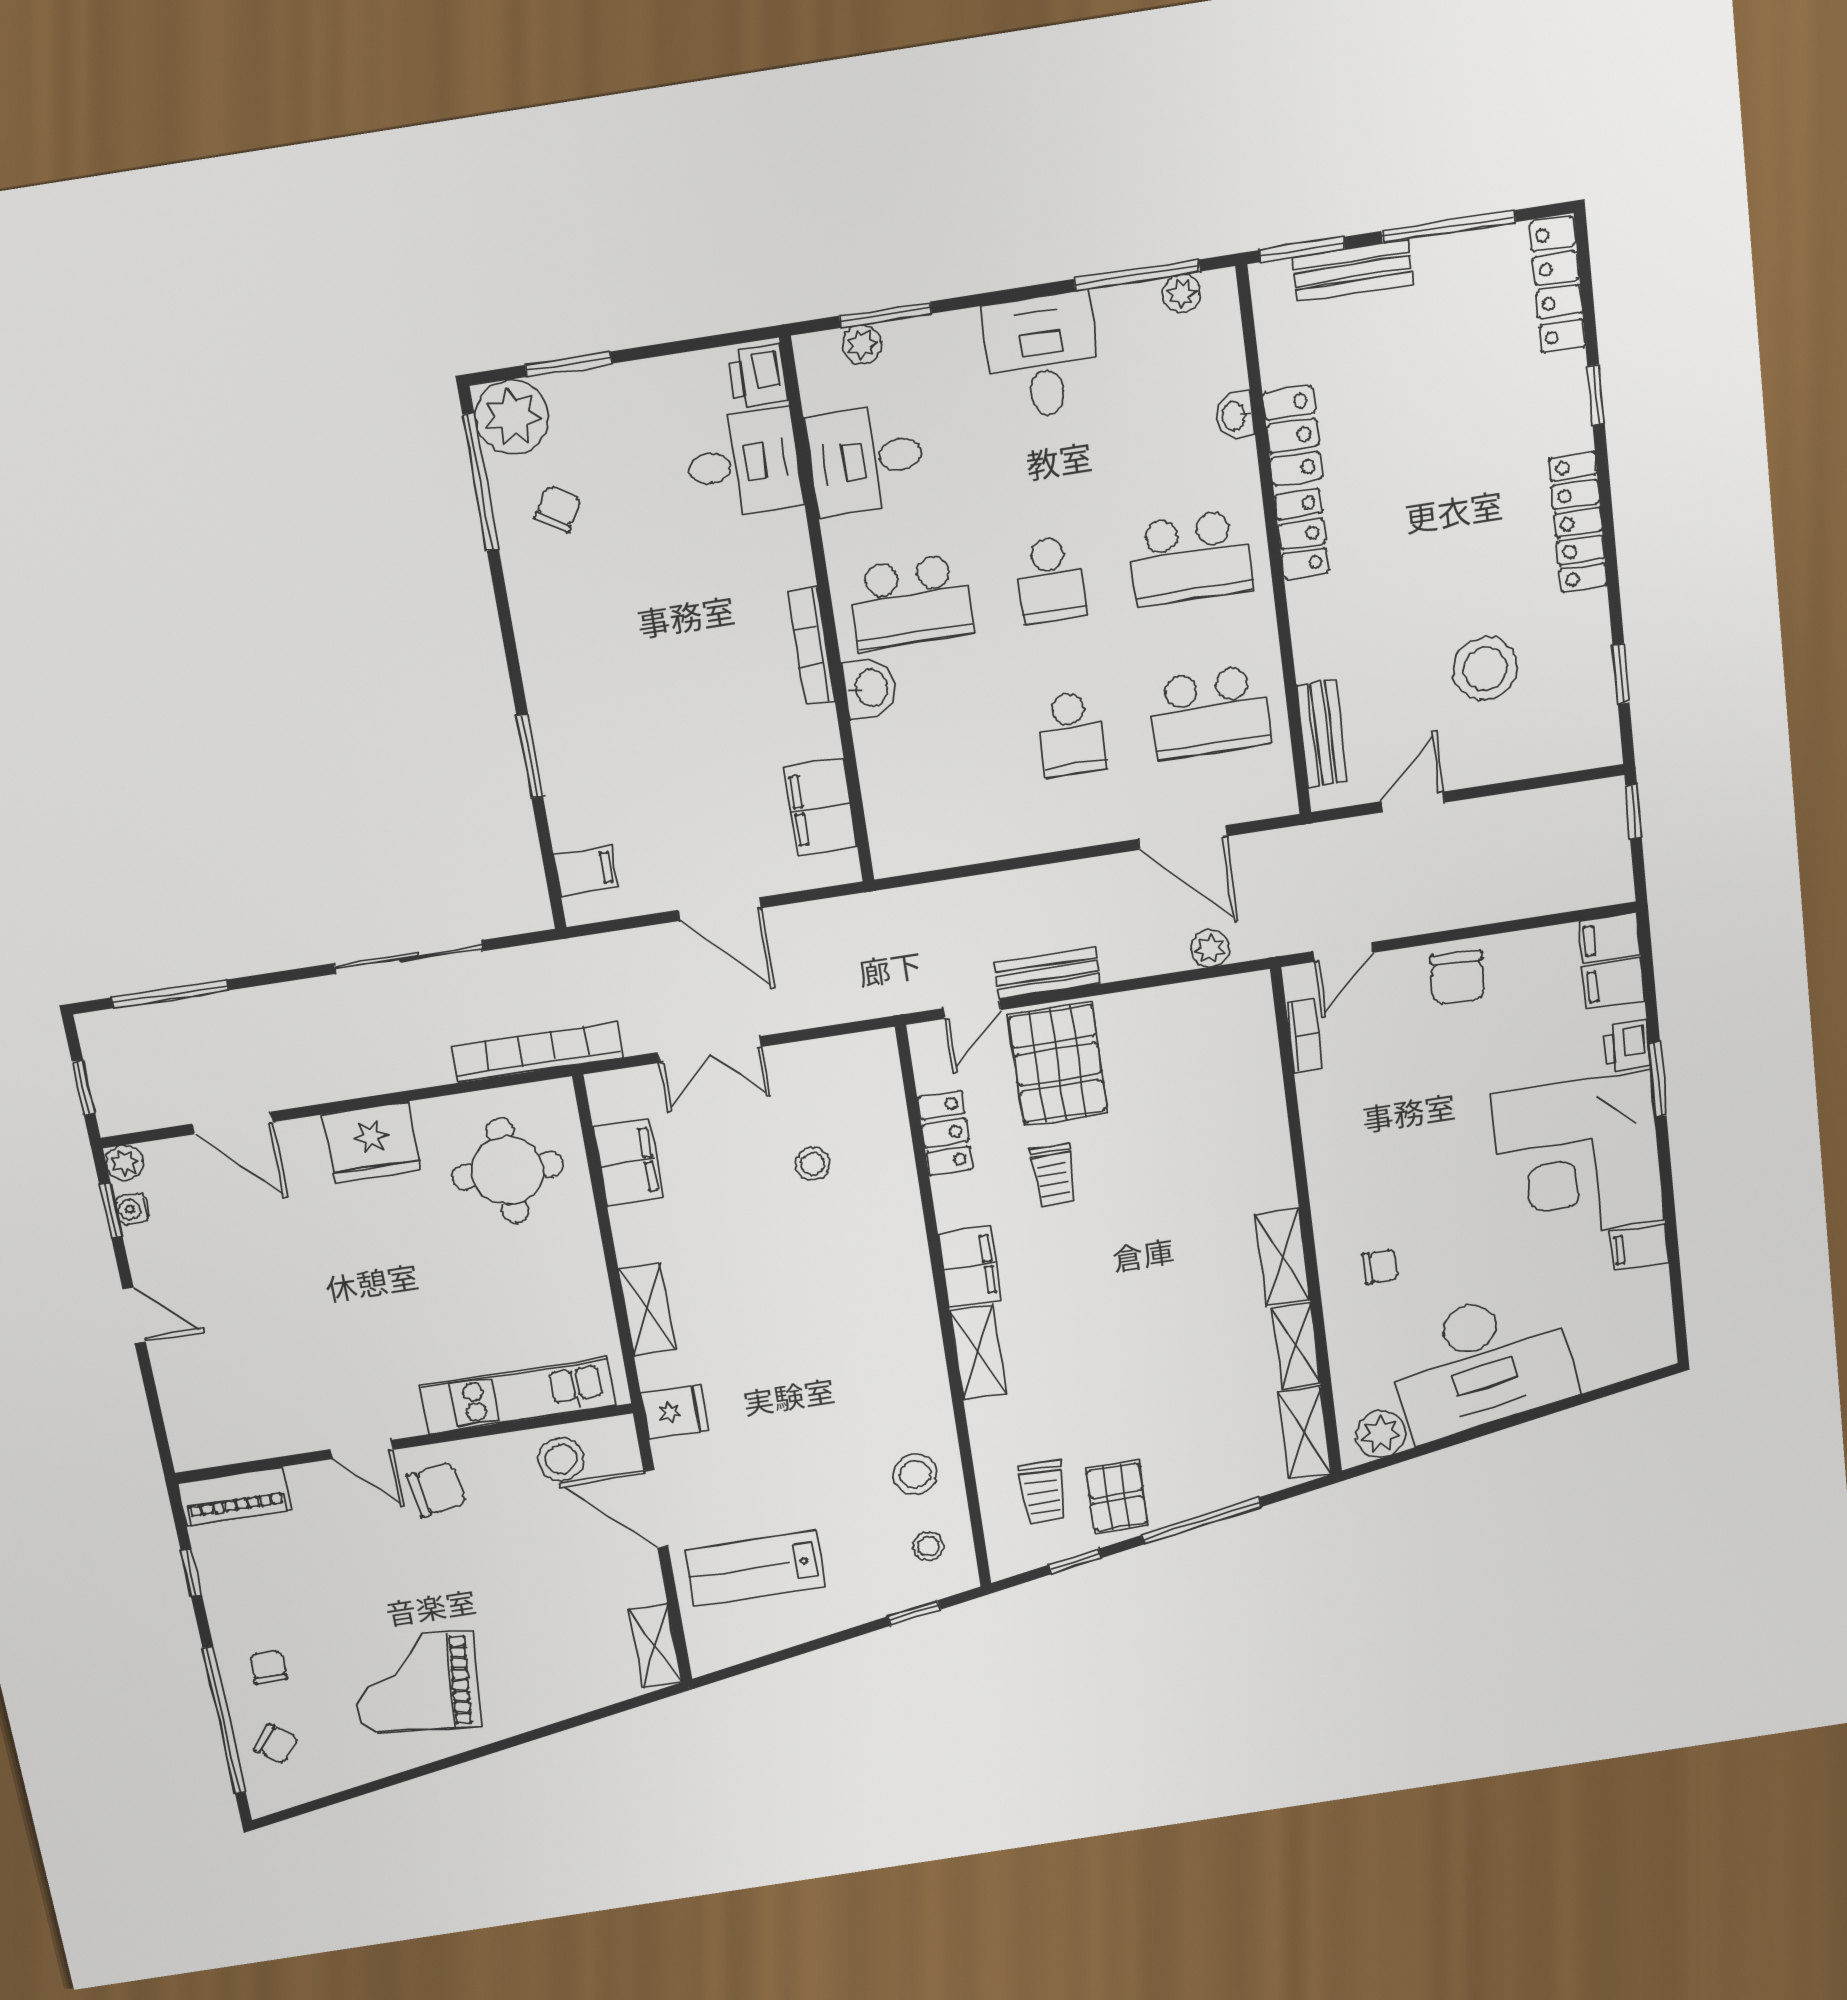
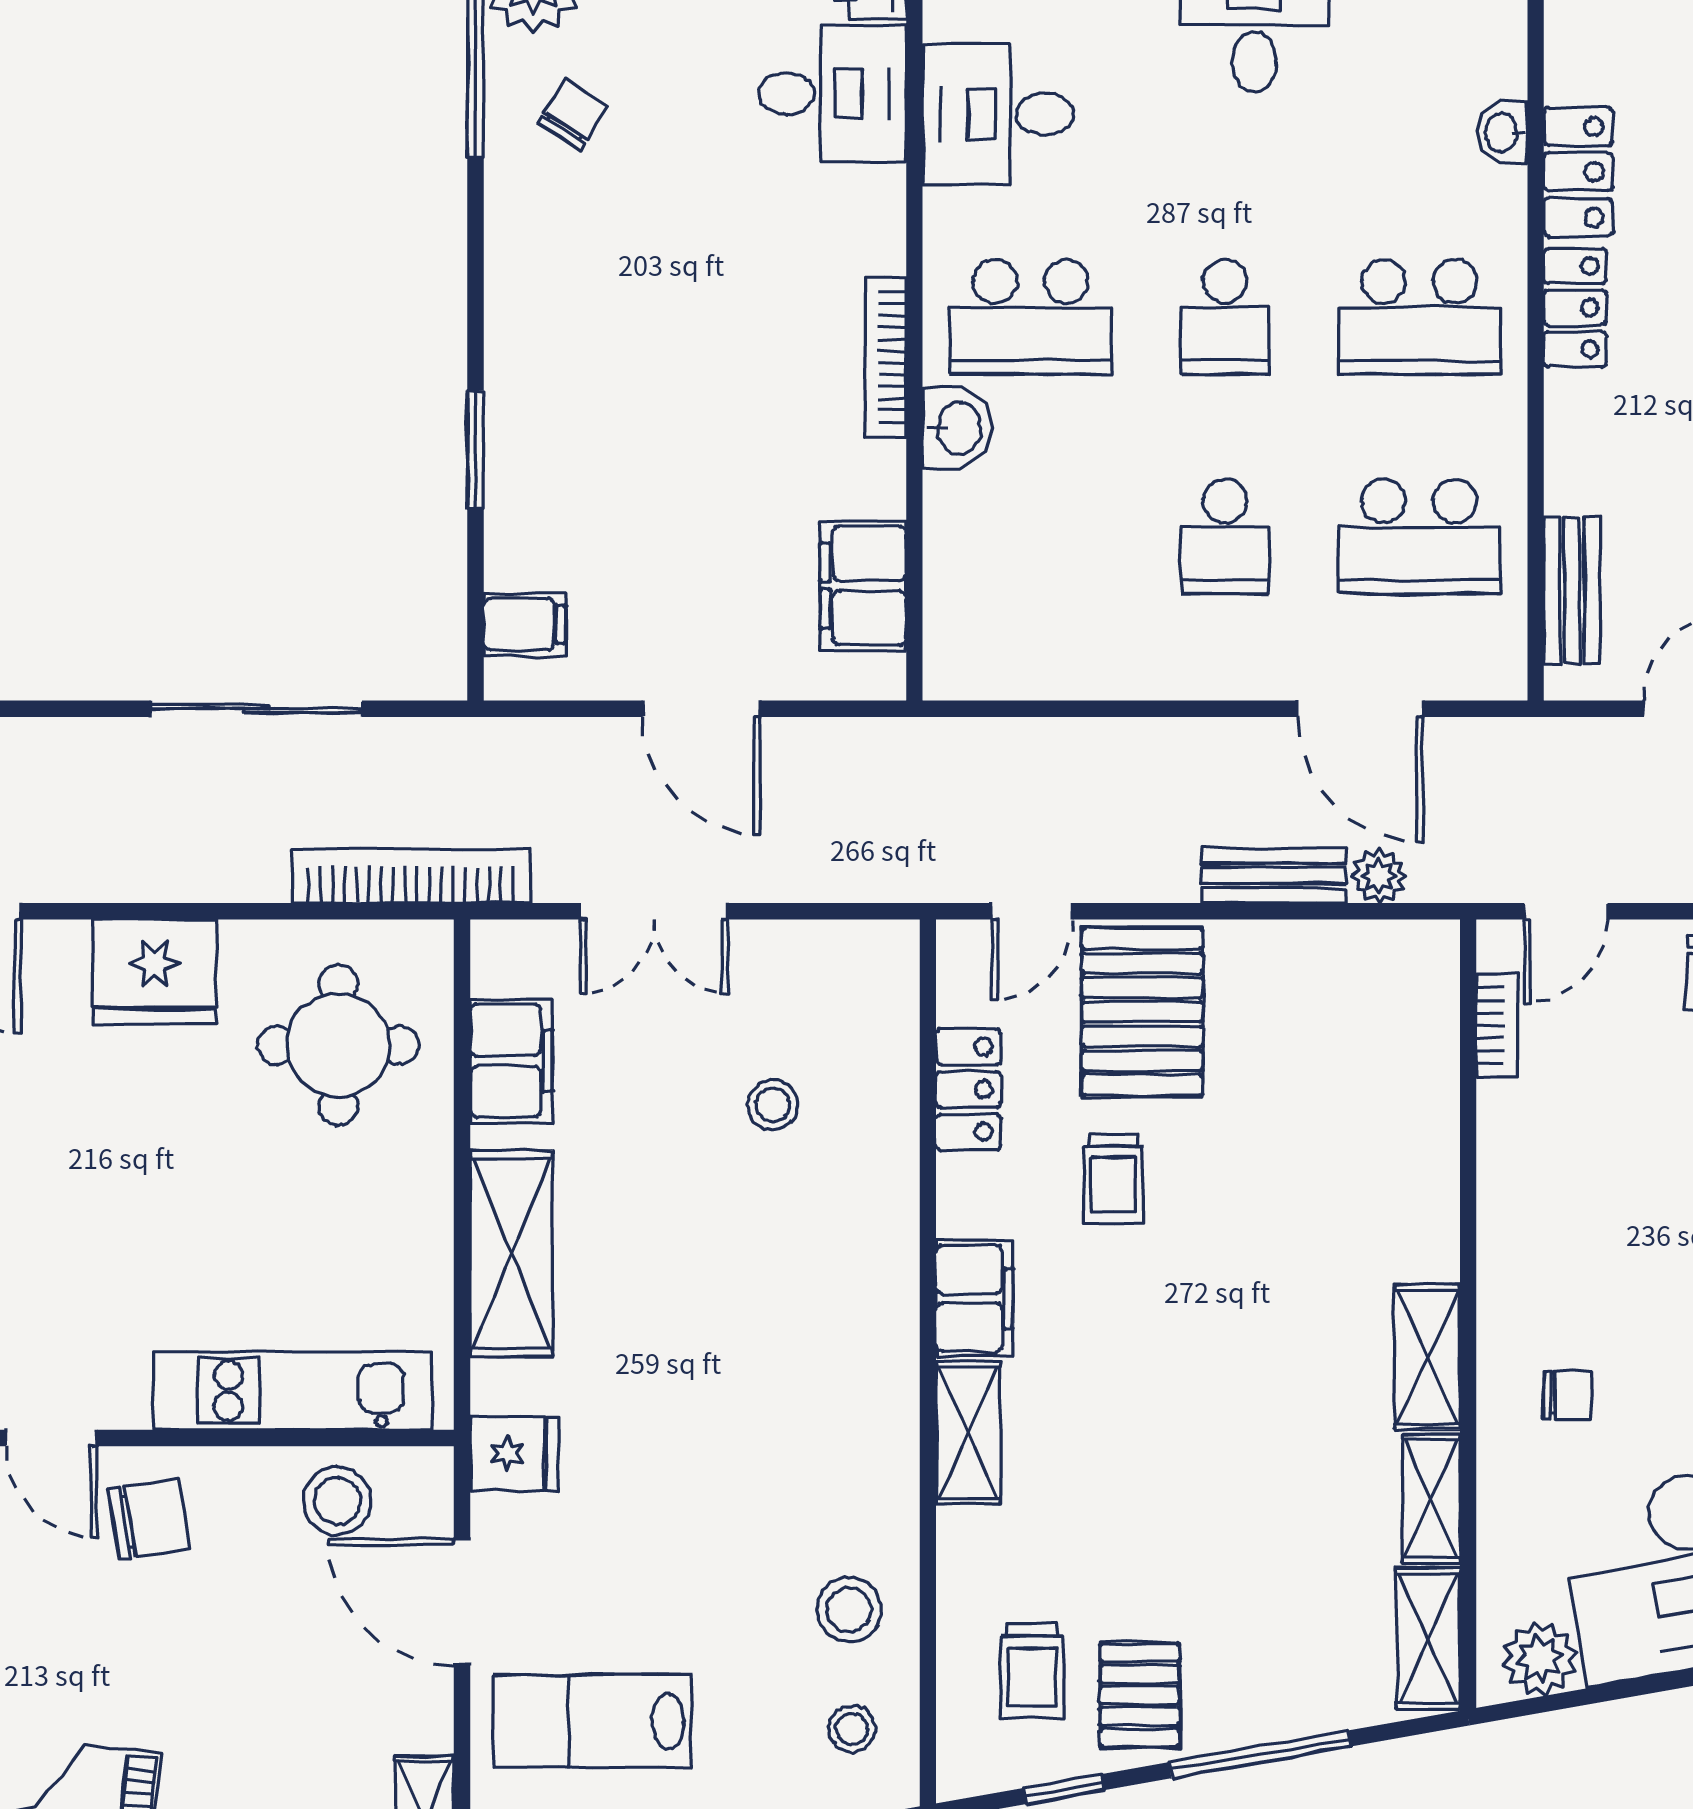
bench: (1047, 973) -> (1274, 875), moved
shelving: (647, 1309) -> (511, 1253), width x1.50, depth x1.33

